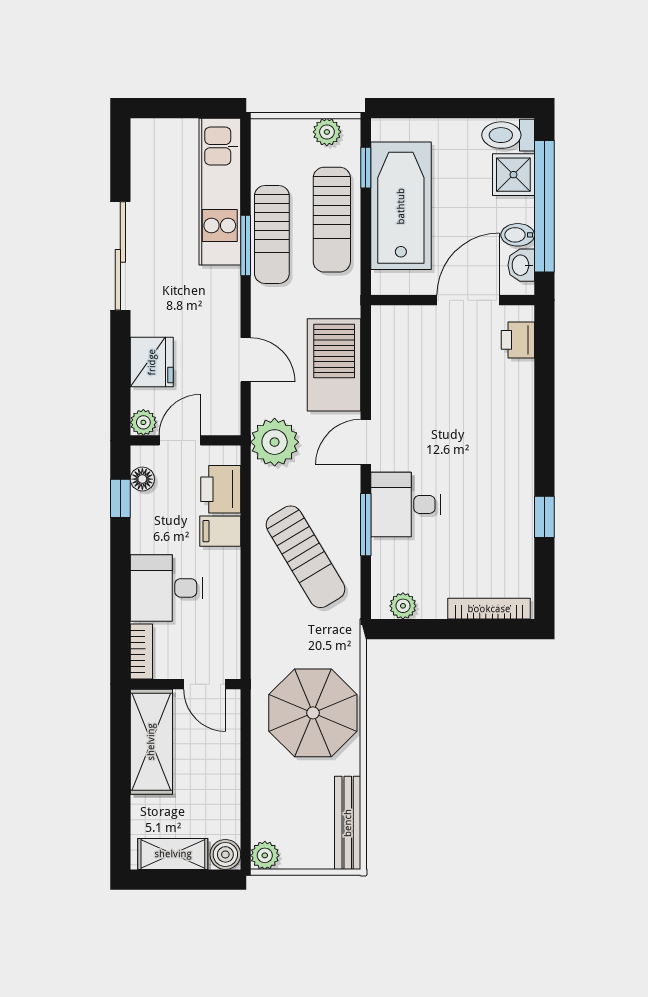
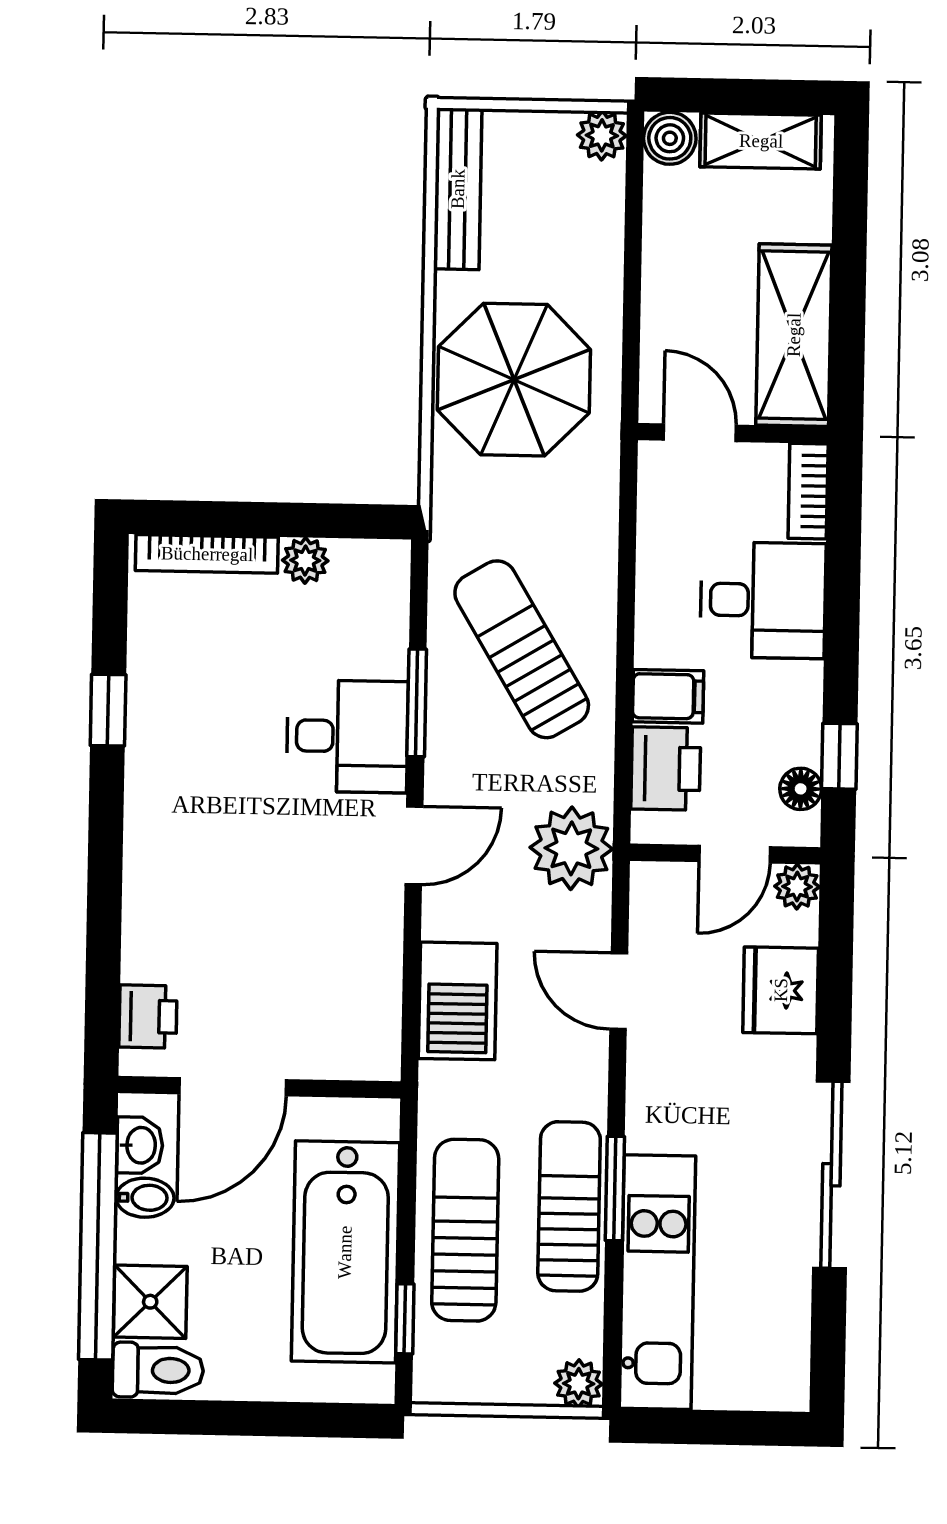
plant: (327, 132) -> (579, 1384), moved
barbecue: (334, 365) -> (458, 1001), width x0.73, depth x0.83
plant: (403, 606) -> (305, 560), moved

